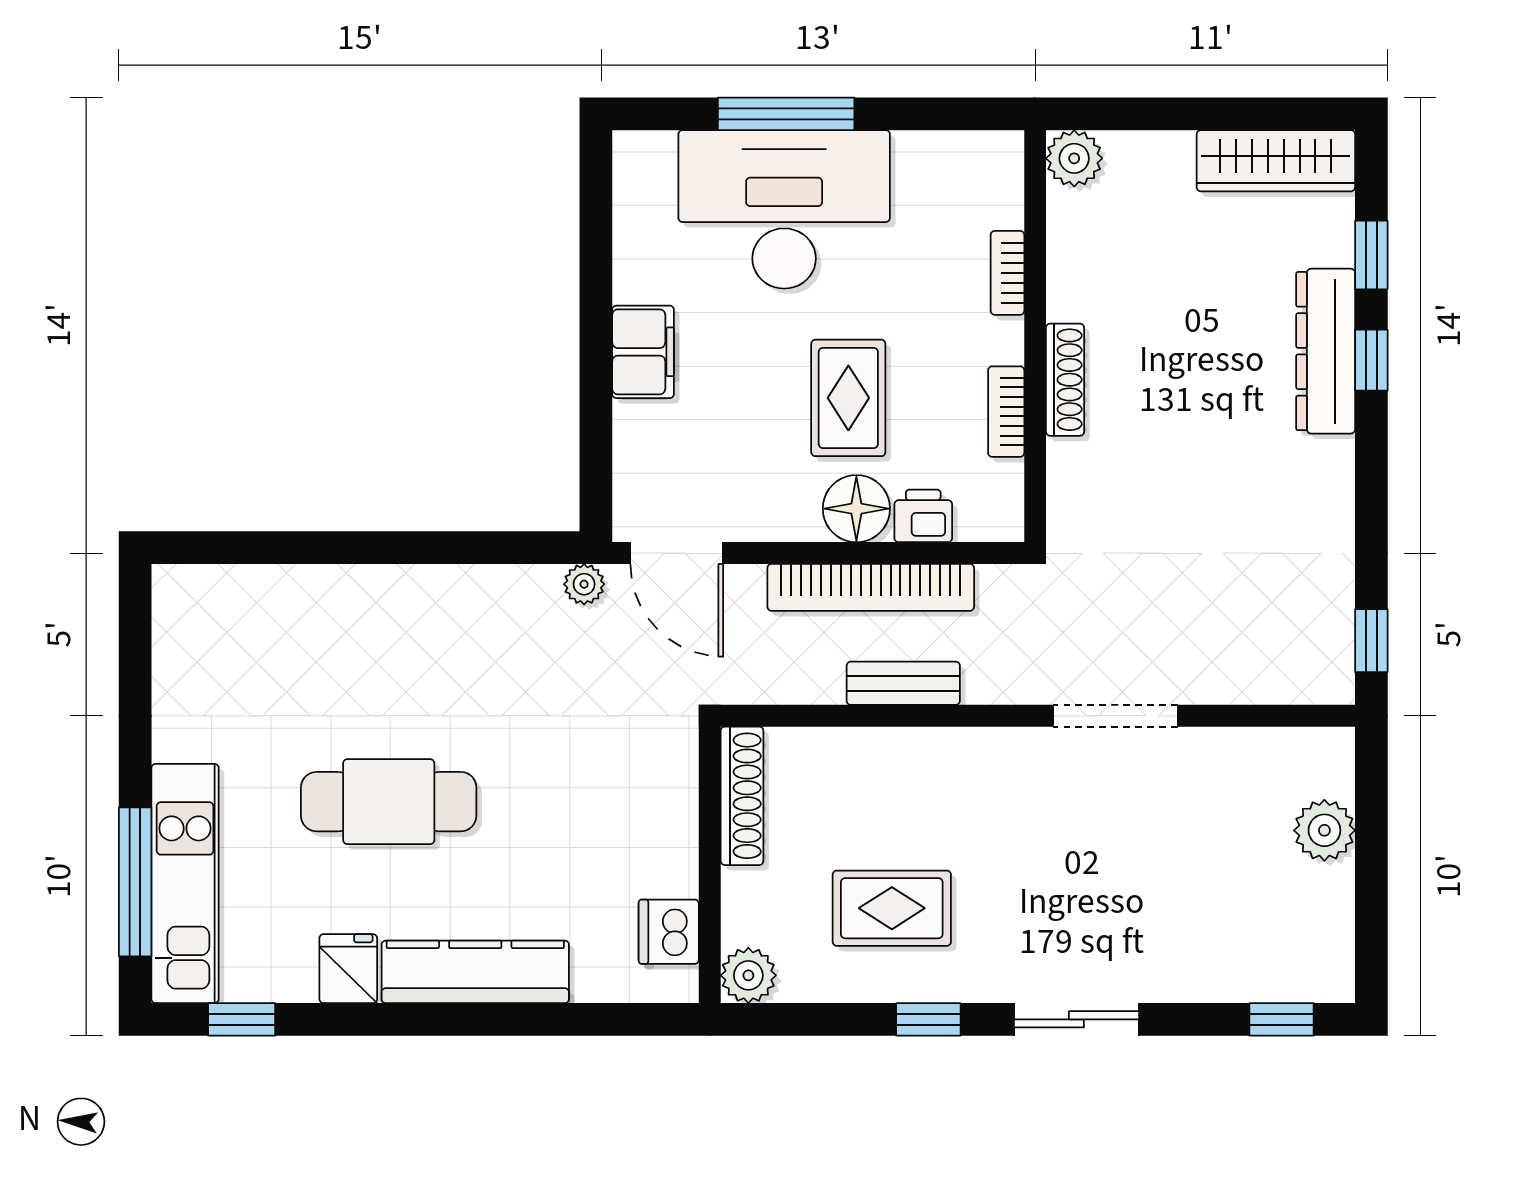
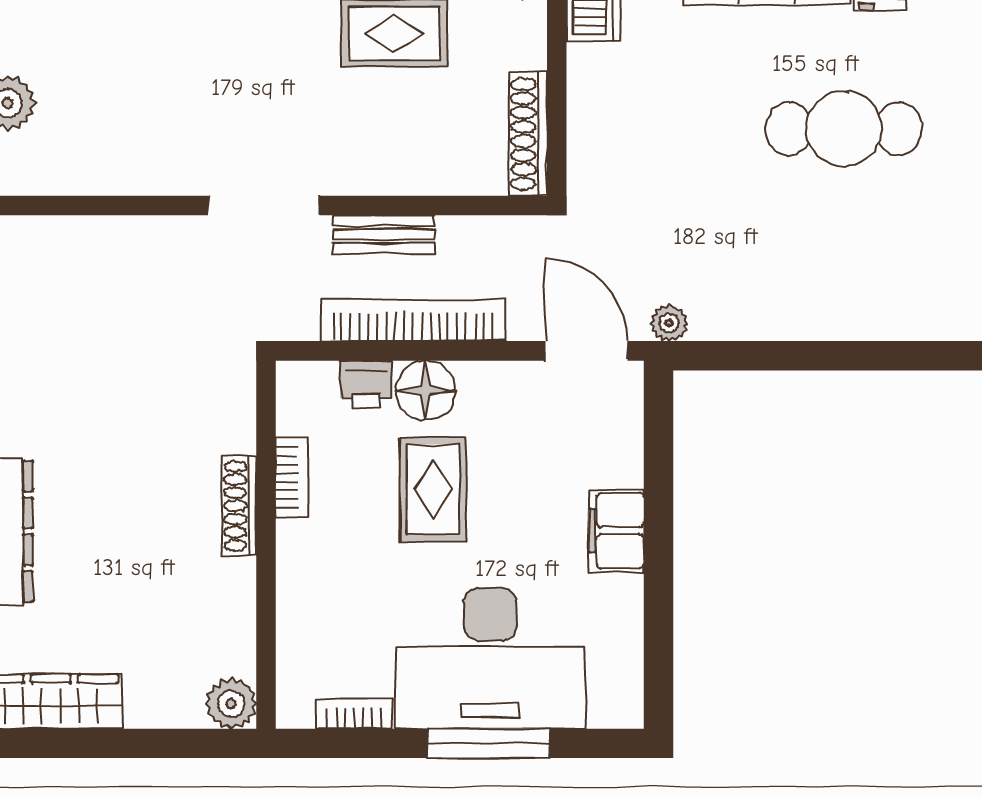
bookcase: (1007, 273) -> (354, 714), moved, turned -90
doorway: (1115, 716) -> (264, 206), moved

